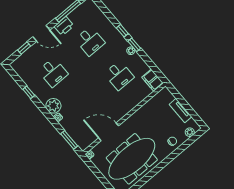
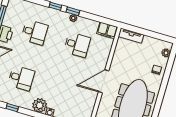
tv unit: (180, 111) -> (131, 36), moved
door: (109, 132) -> (104, 81), moved

